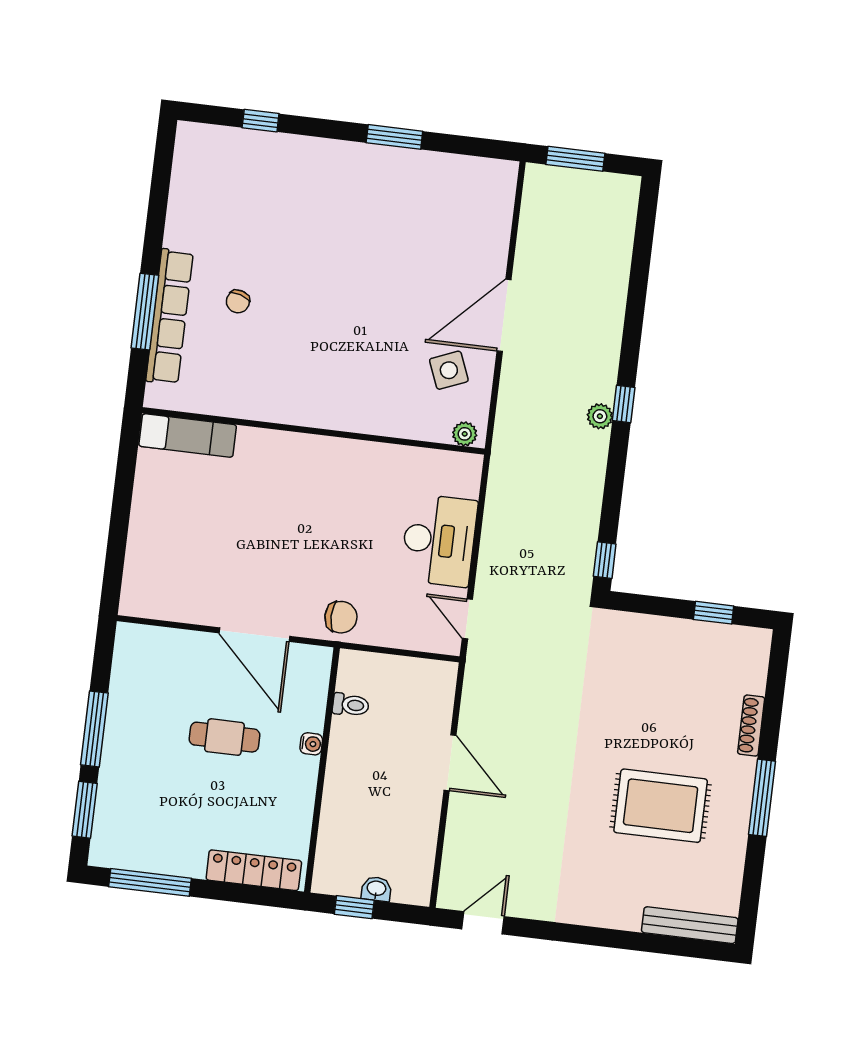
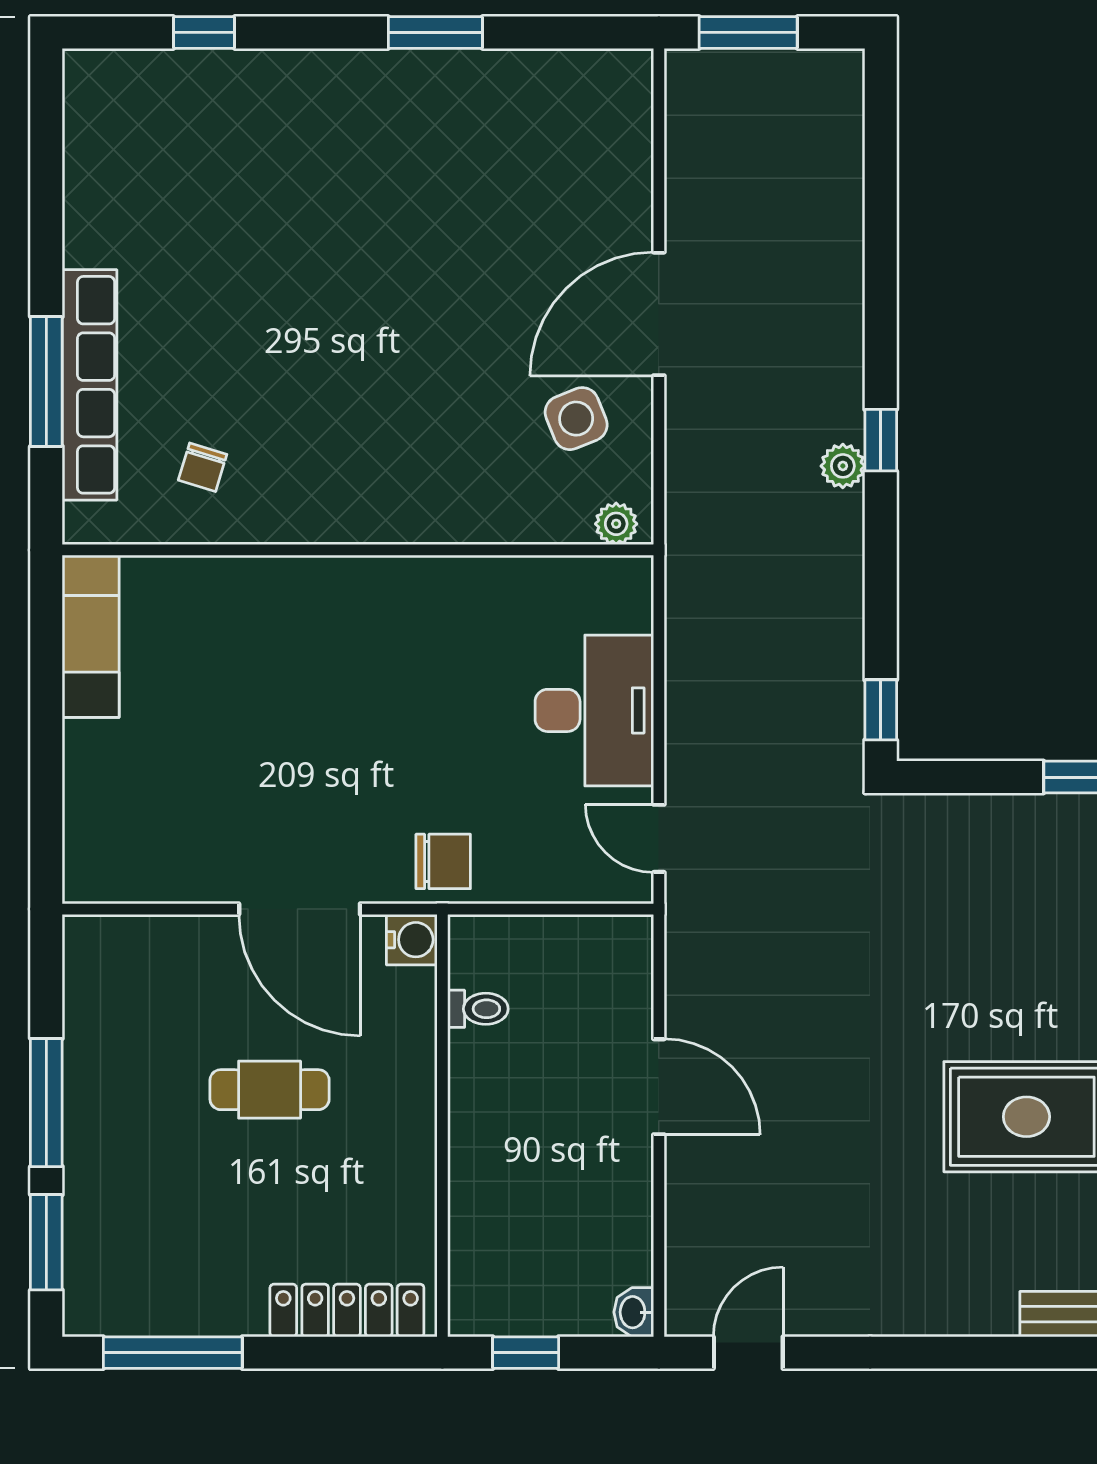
chair: (238, 301) -> (203, 467), moved
exam couch: (188, 436) -> (91, 636), moved, turned -90
water cooler: (311, 744) -> (412, 940), moved, width x1.38, depth x1.38
washbasin: (376, 889) -> (634, 1312), moved, turned -90

